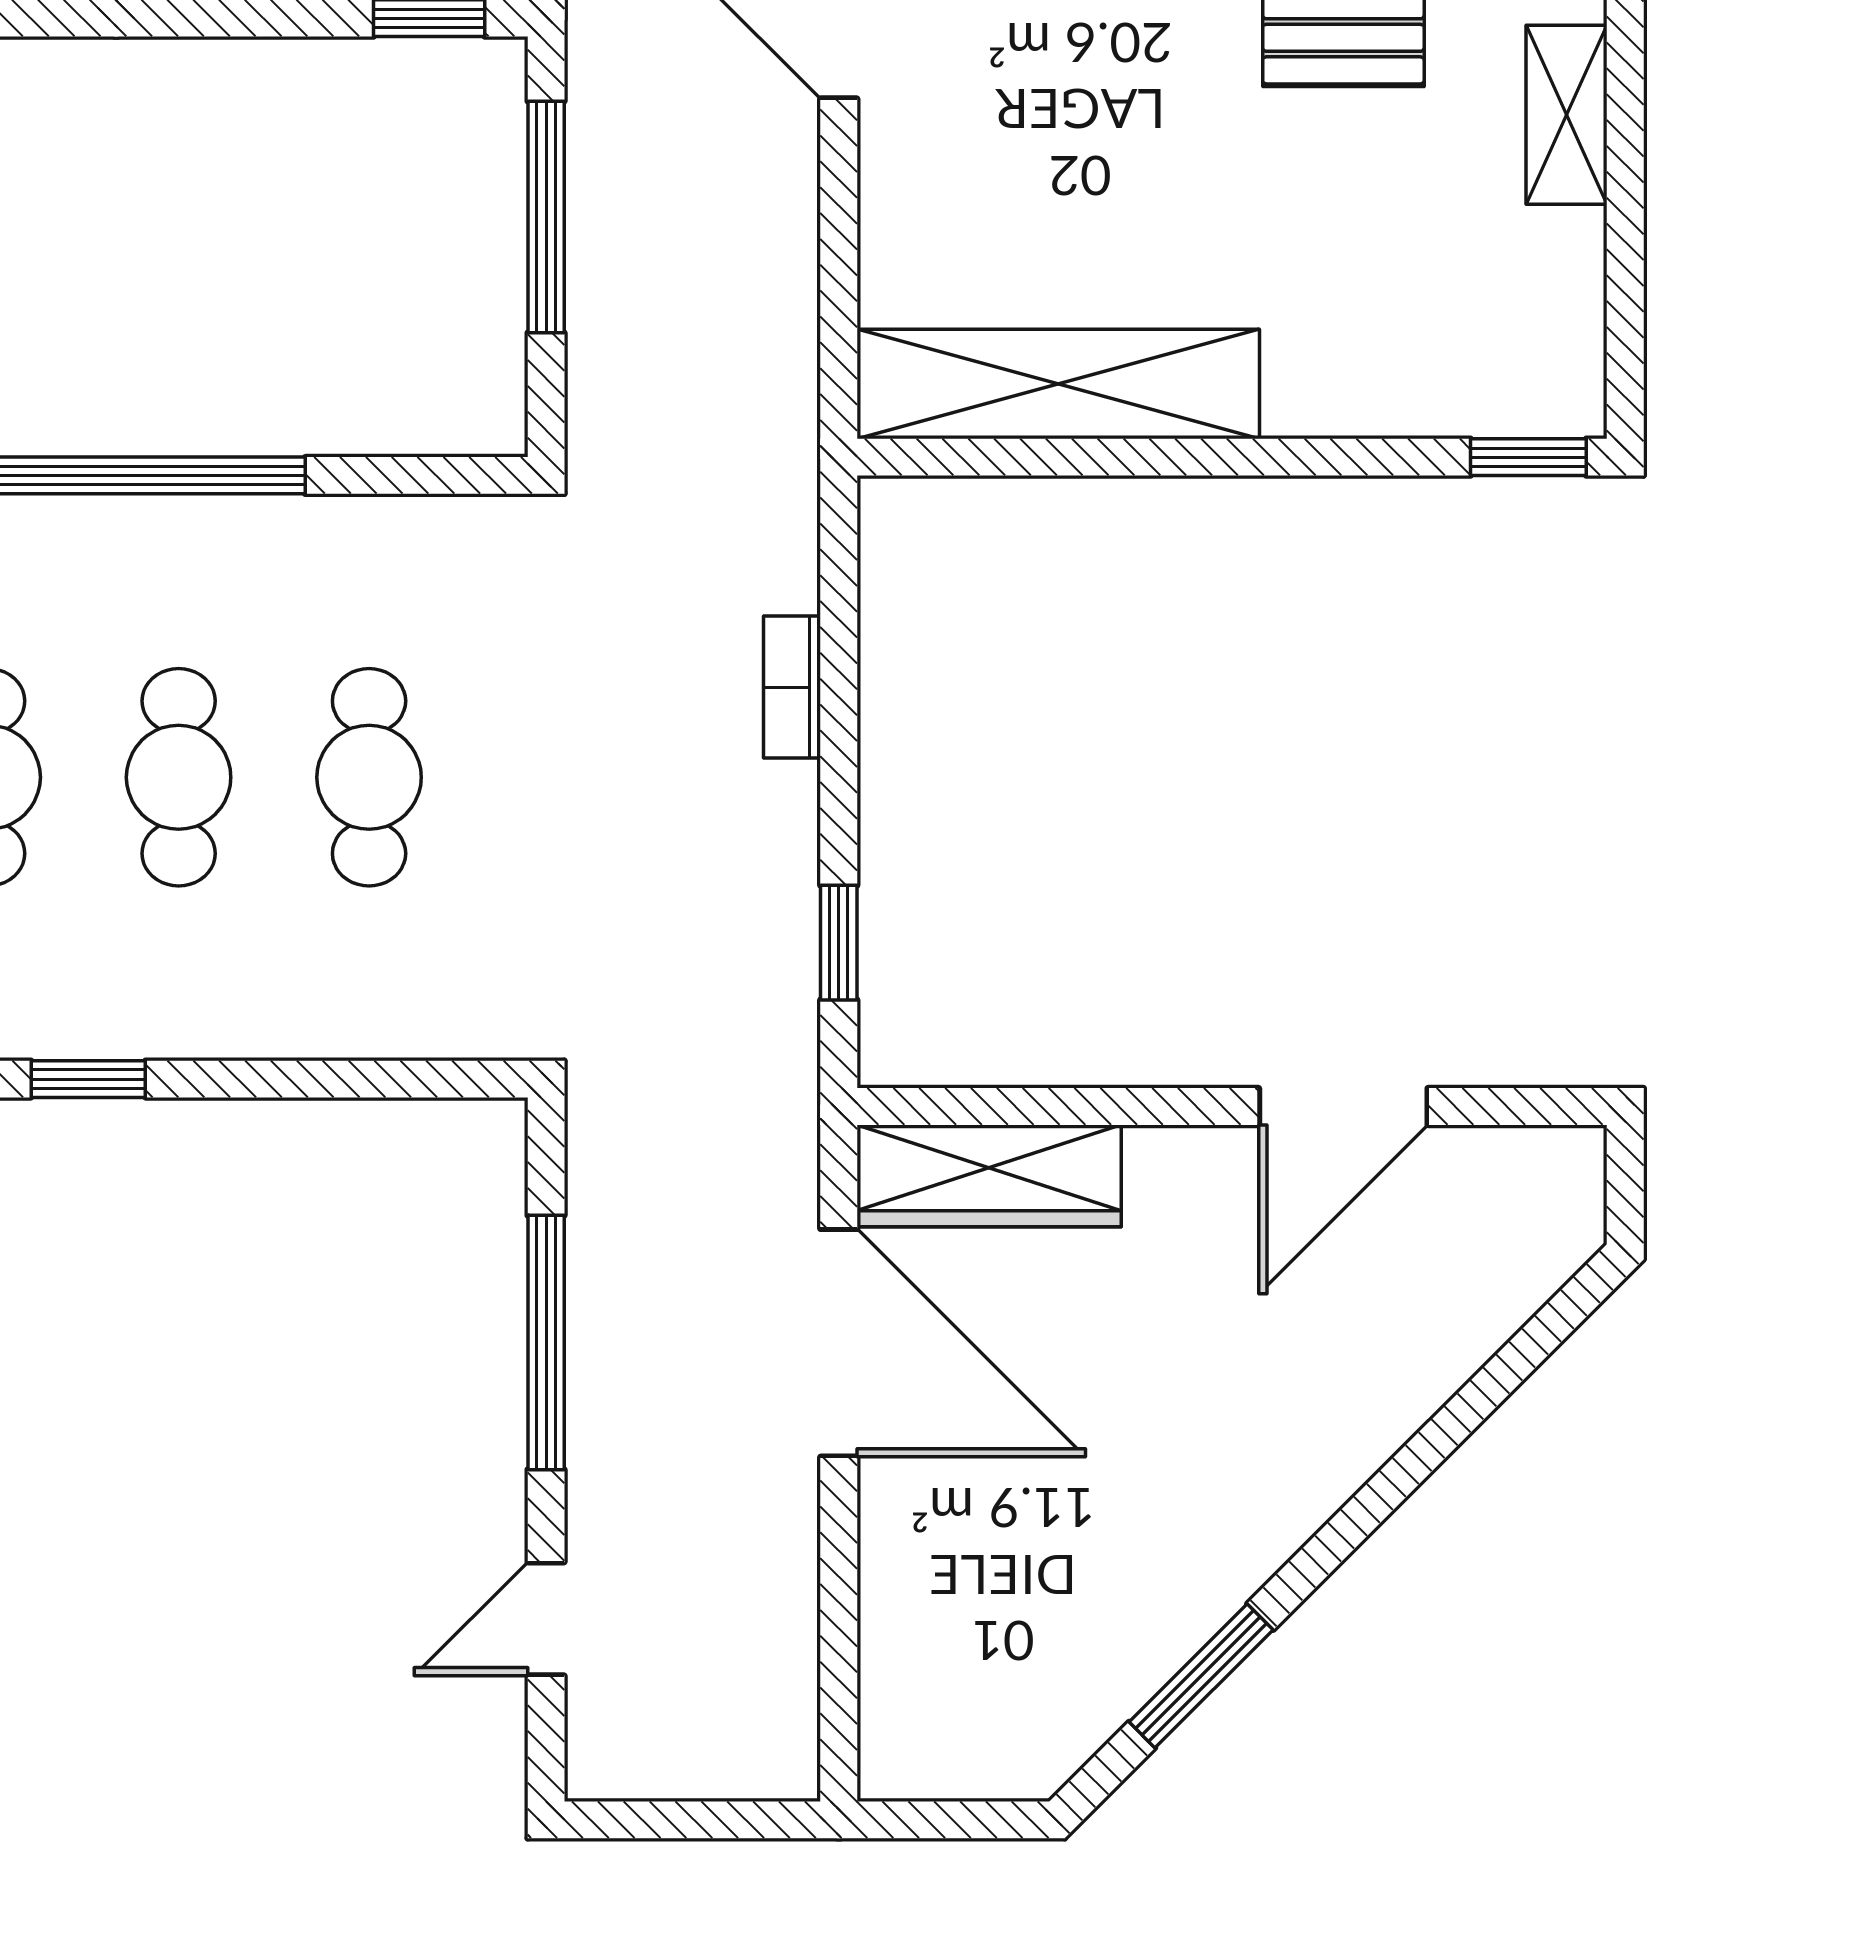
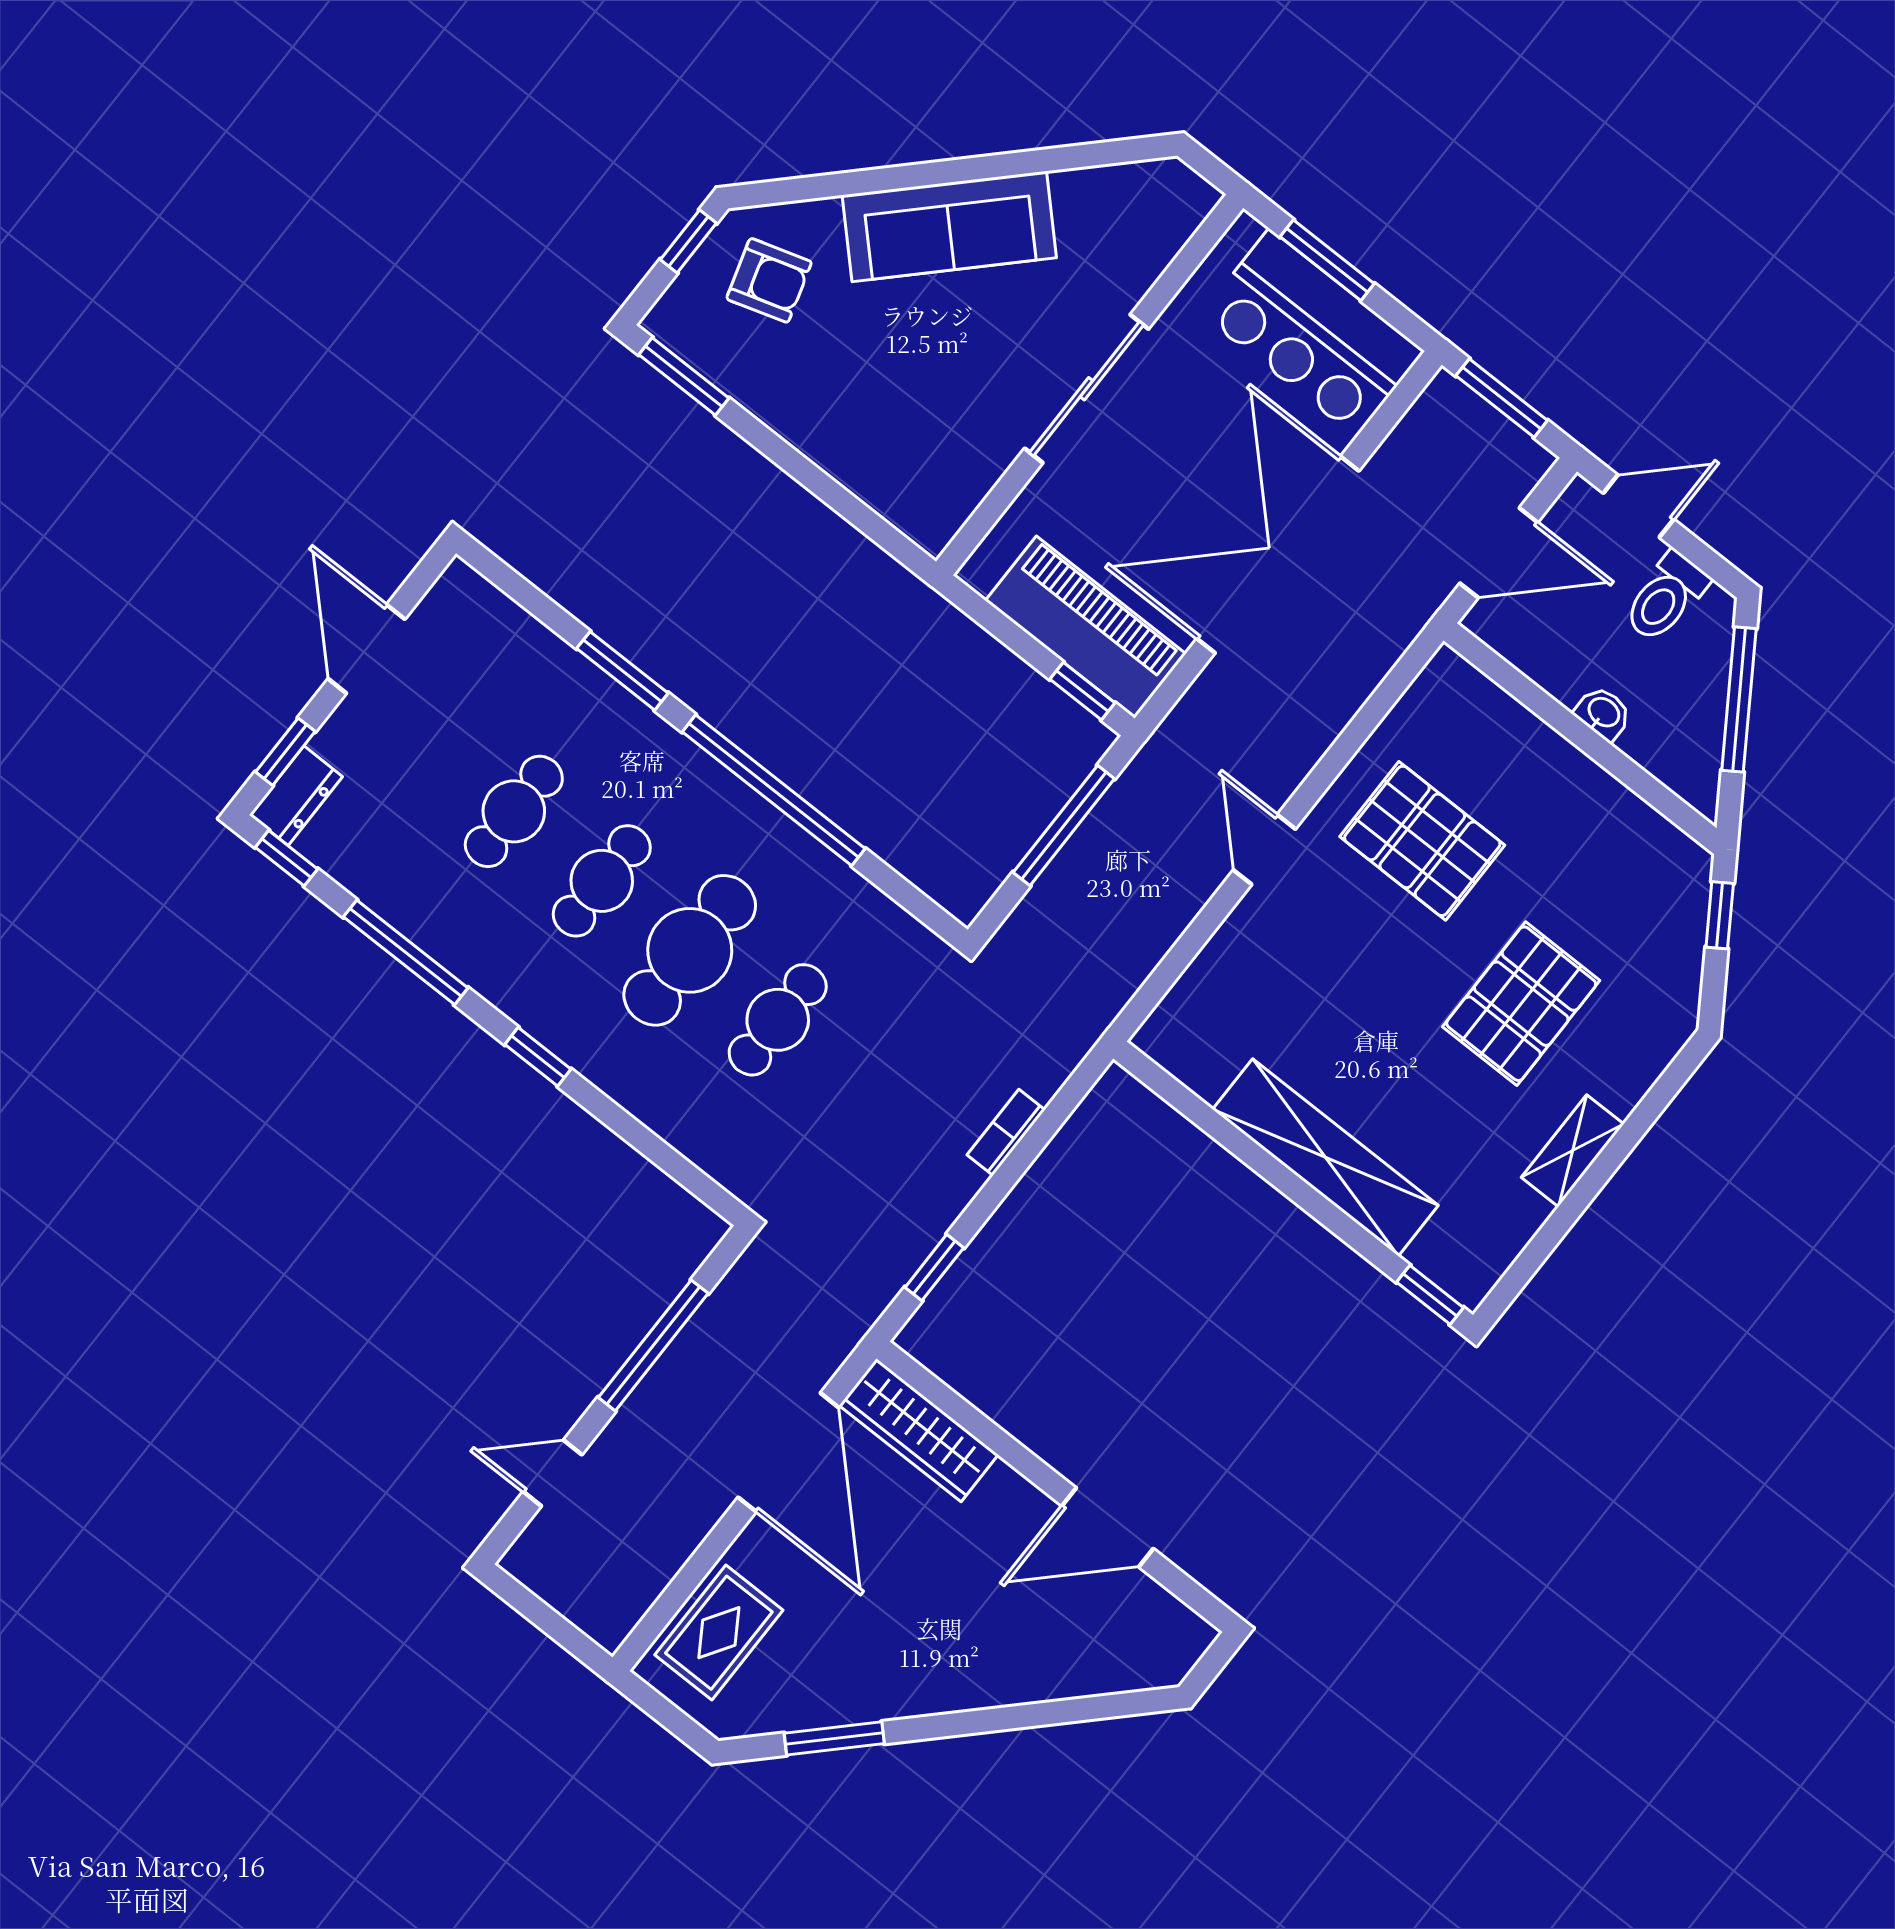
shelving: (1058, 384) -> (1325, 1157), moved
cafe table: (179, 777) -> (690, 950), width x1.37, depth x1.35
rug: (936, 1656) -> (719, 1633), added

